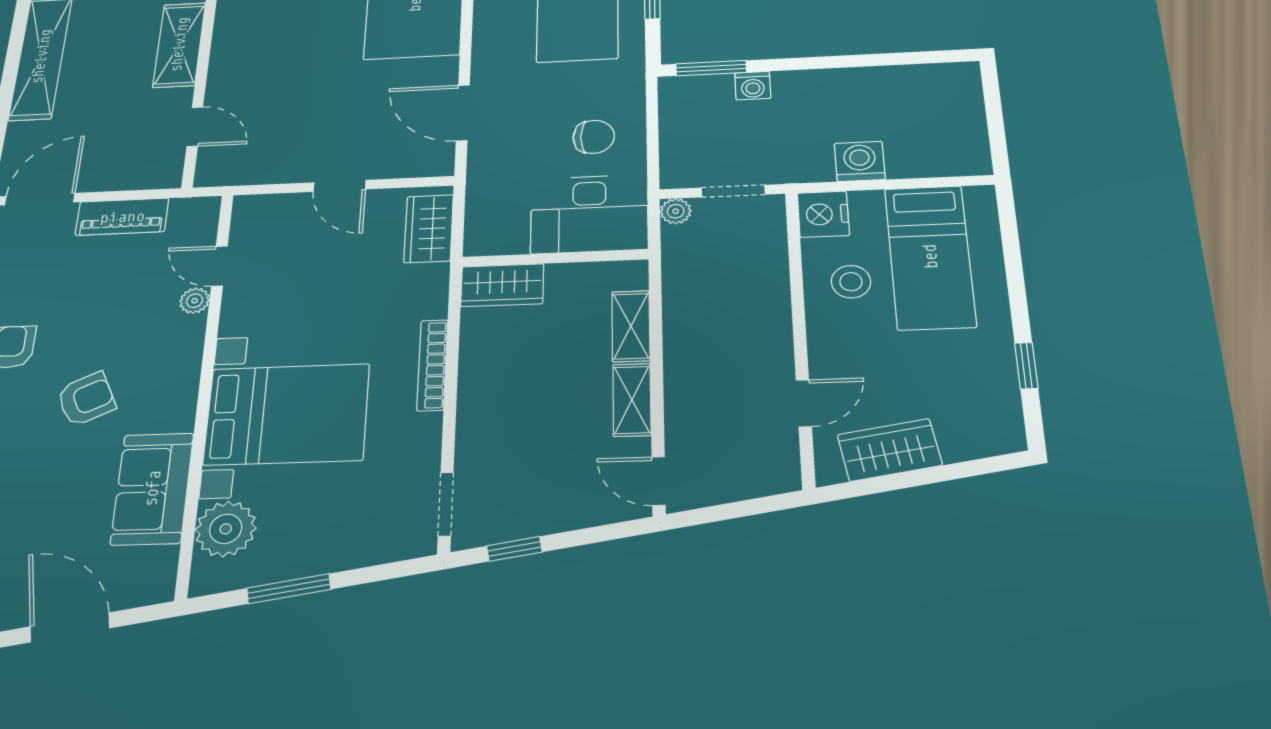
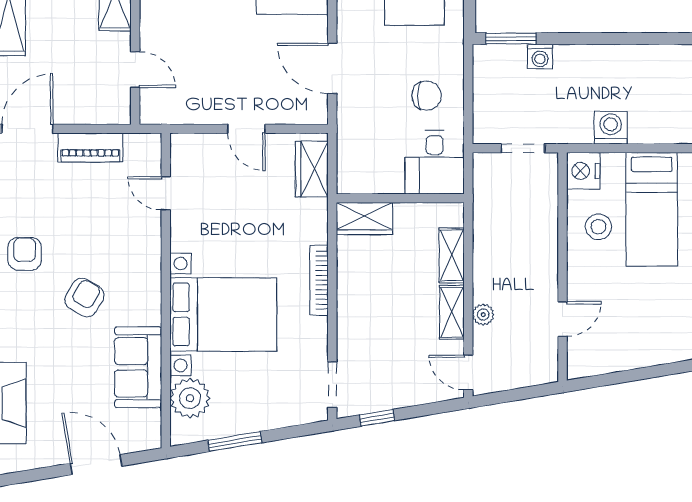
plant: (676, 211) -> (483, 315), moved
desk: (589, 214) -> (435, 162), width x0.73
plant: (195, 301) -> (151, 221), removed
armchair: (86, 399) -> (84, 297), turned -35
wardrobe: (890, 450) -> (614, 355), removed

